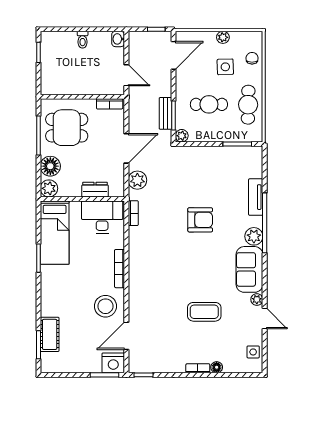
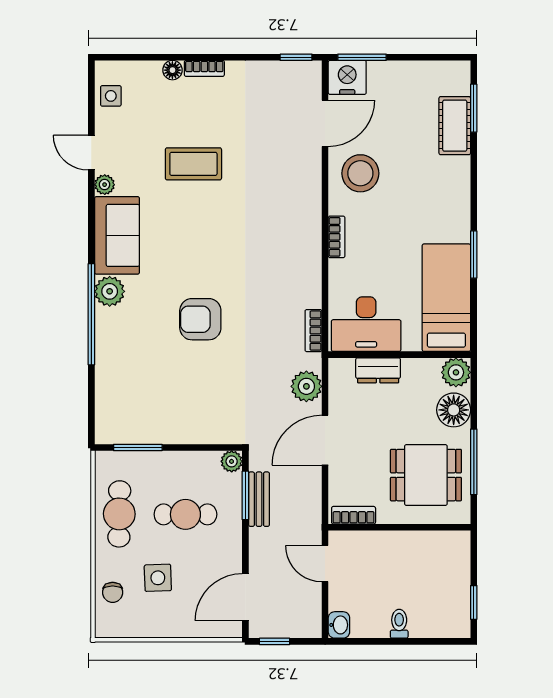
plant: (223, 37) -> (162, 628), removed
tv unit: (256, 197) -> (106, 358), removed
bookcase: (120, 269) -> (337, 237), width x0.64

